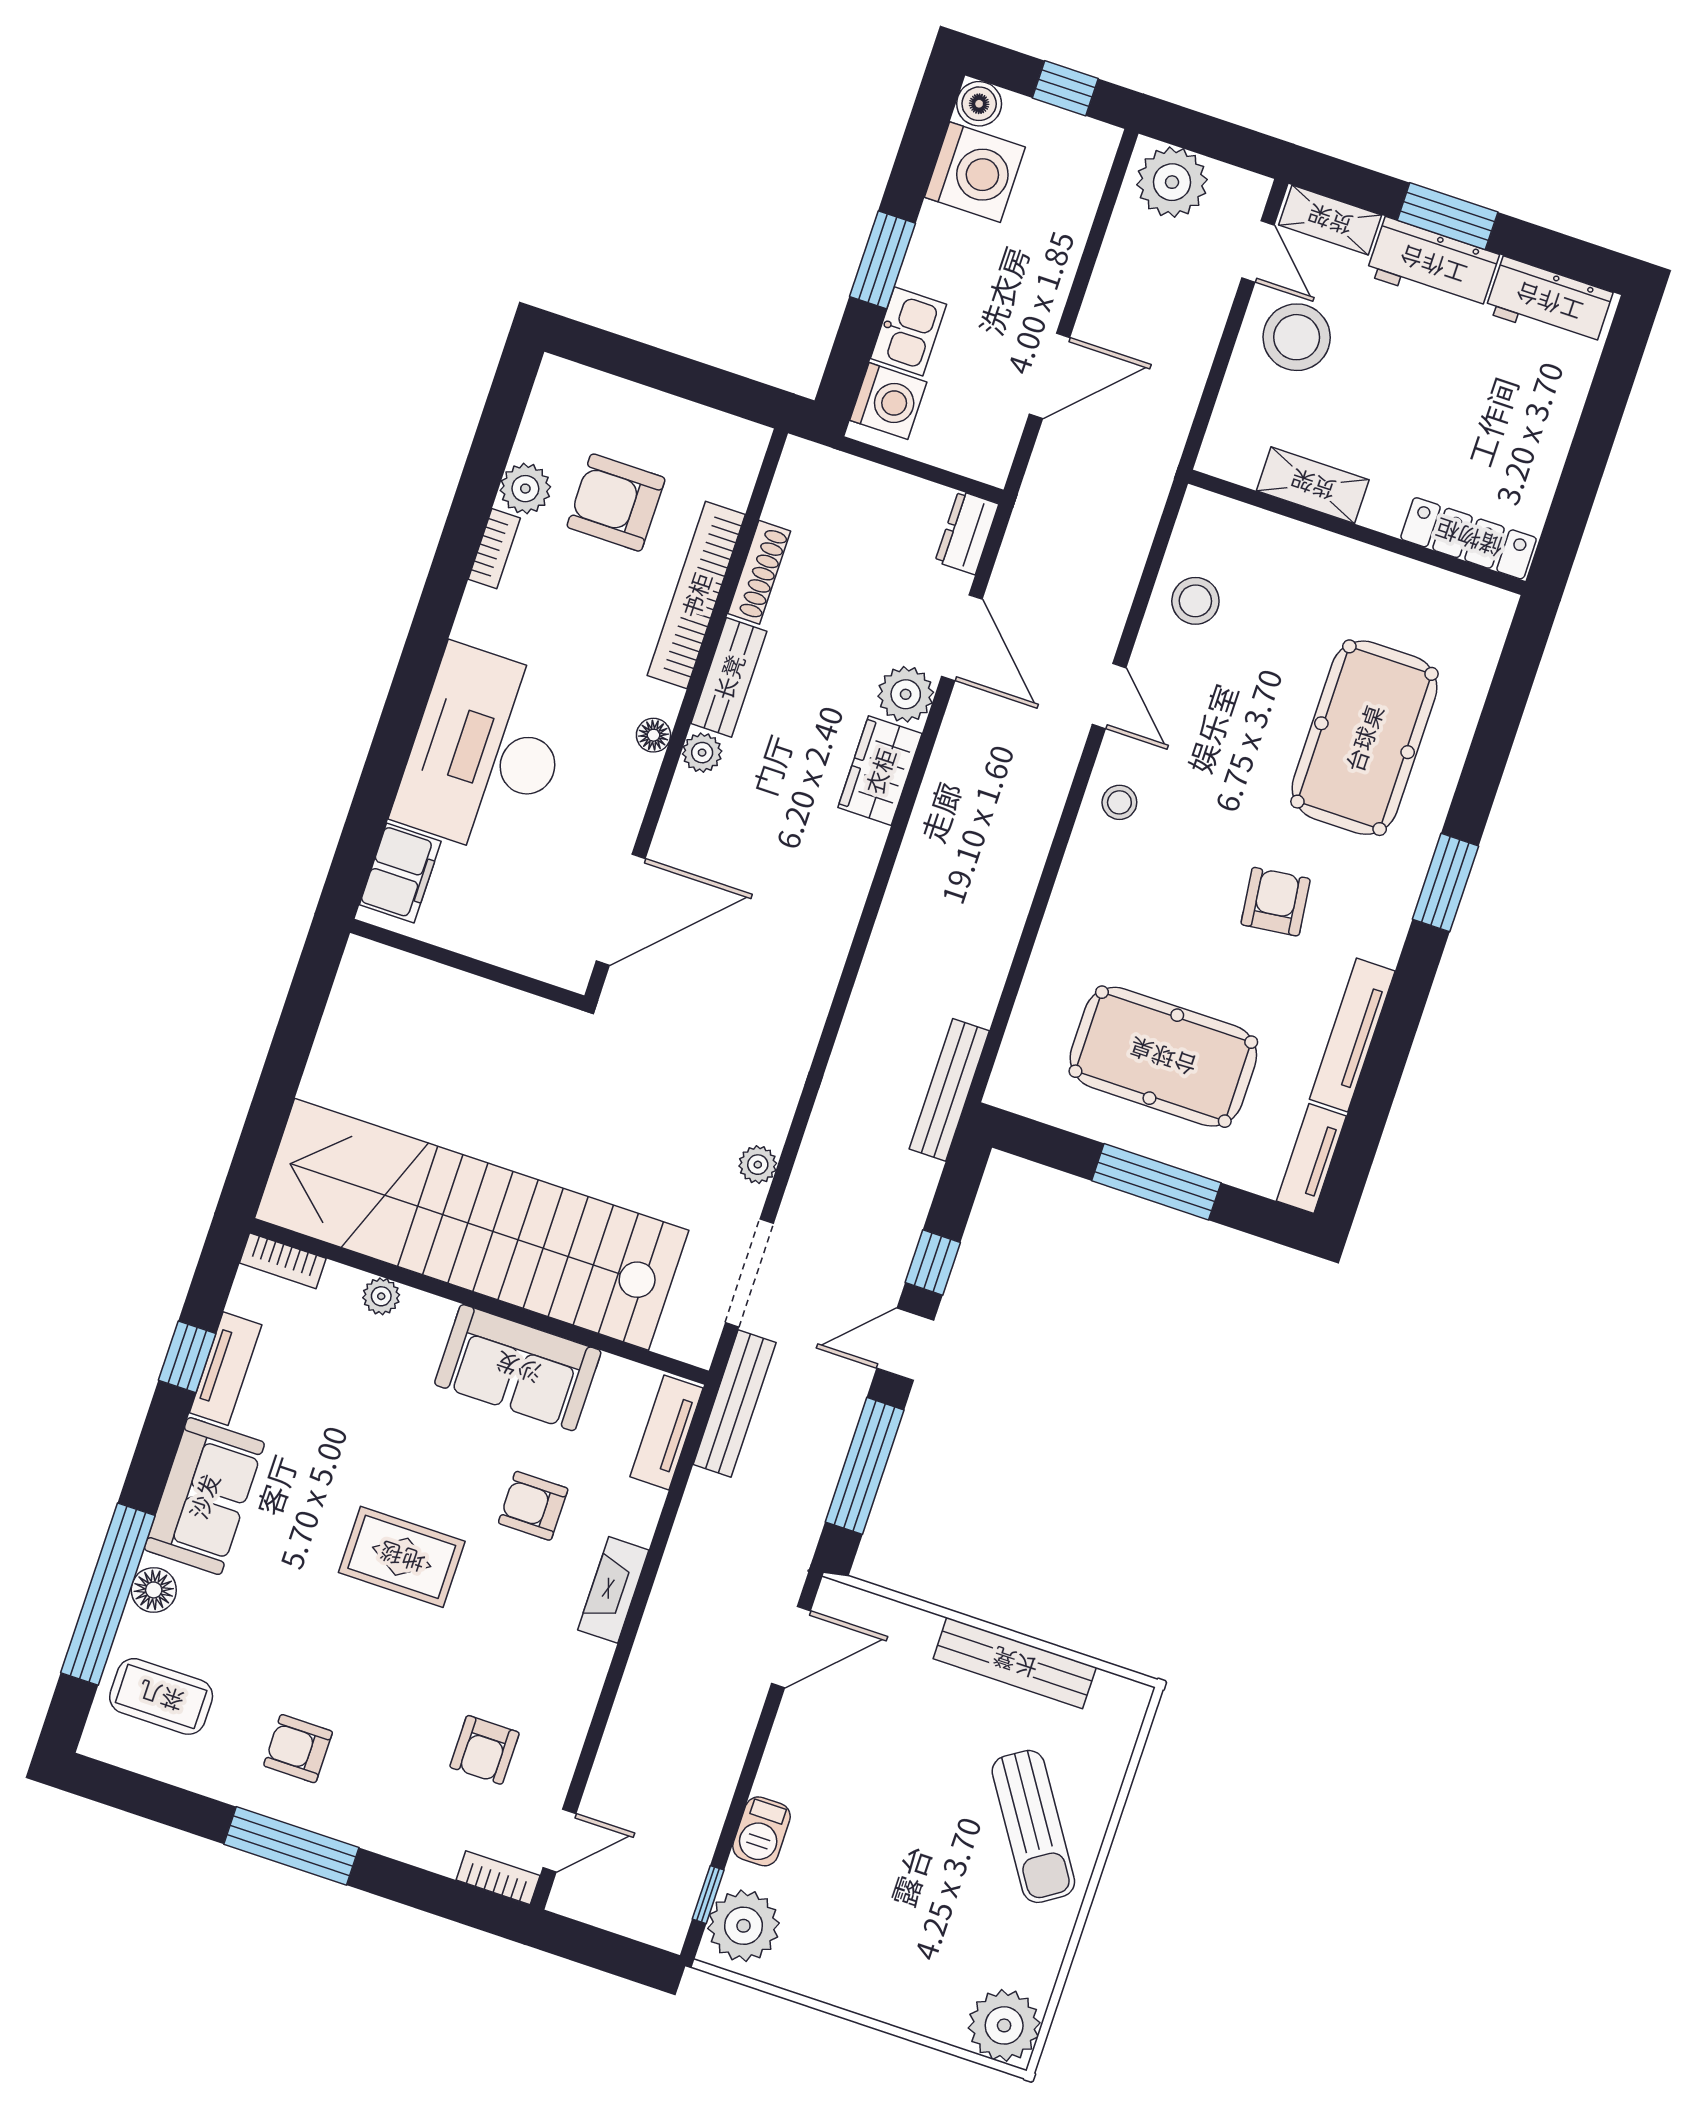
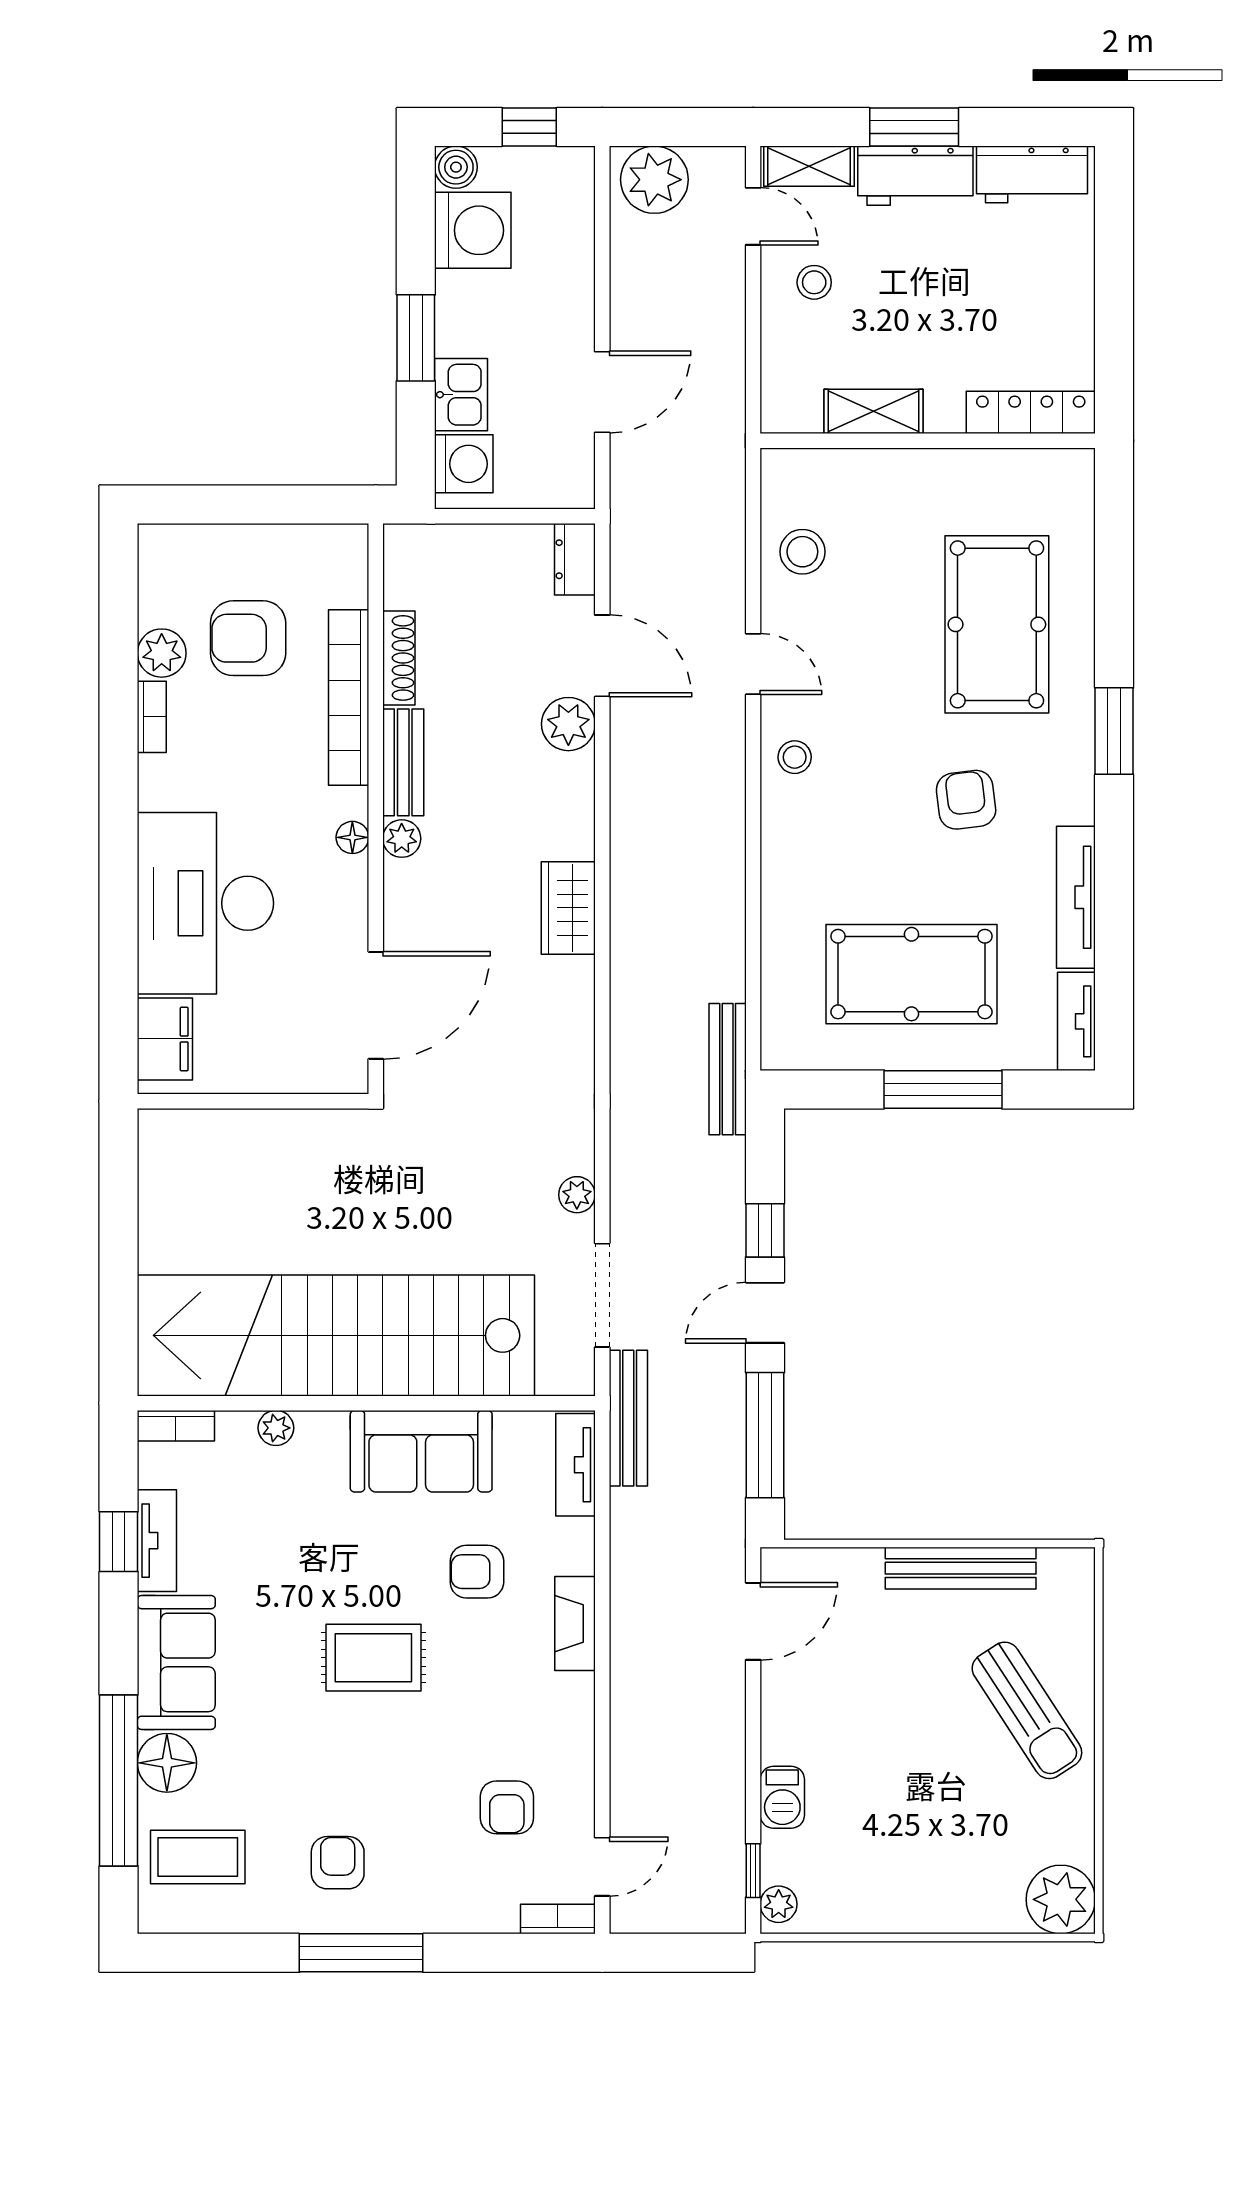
stool: (1297, 337) -> (814, 282), width x0.53, depth x0.53
wardrobe: (880, 771) -> (568, 908), moved
floor lamp: (154, 1590) -> (167, 1763), width x1.38, depth x1.38
armchair: (298, 1749) -> (338, 1863), turned 90
plant: (744, 1926) -> (779, 1904), width x0.53, depth x0.53

